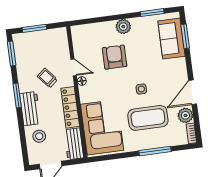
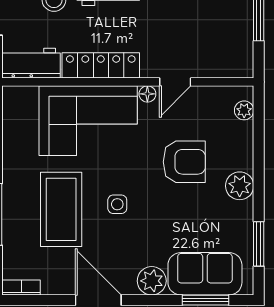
plant: (84, 29) -> (244, 110), added
trolley: (47, 78) -> (162, 30), removed
plant: (185, 115) -> (152, 281), moved
corner sofa: (102, 127) -> (88, 121), moved

